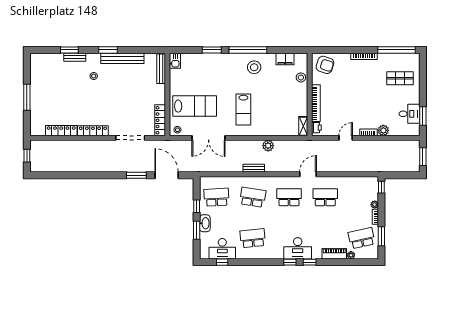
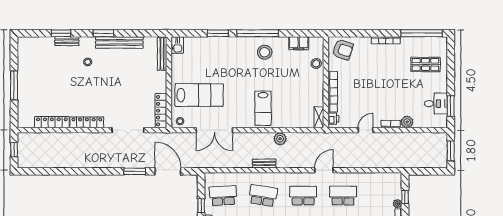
lab bench: (243, 110) -> (263, 108), moved
window: (381, 187) -> (405, 197), moved

